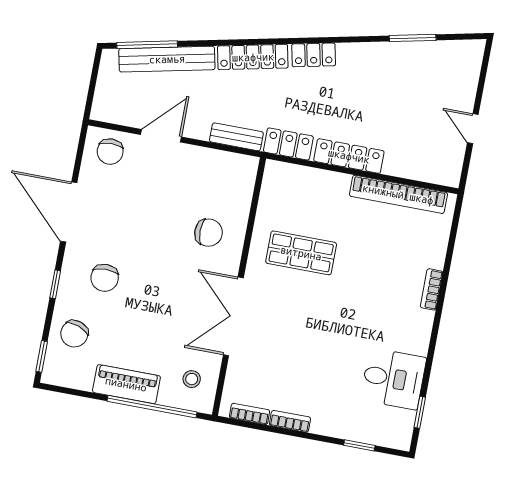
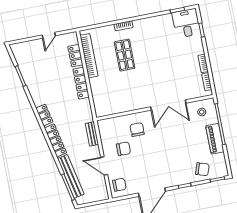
locker: (288, 144) -> (75, 56), moved
shop shelf: (301, 253) -> (125, 55), moved
chair: (105, 278) -> (123, 149), moved
desk: (393, 379) -> (186, 23), moved

